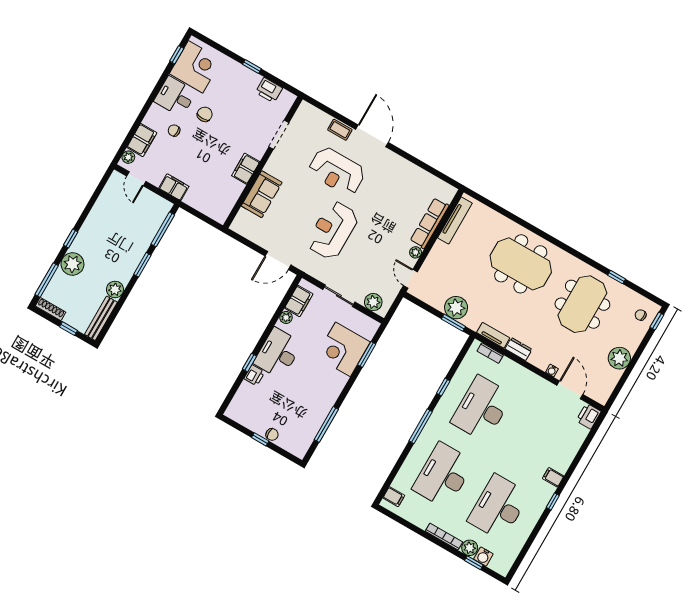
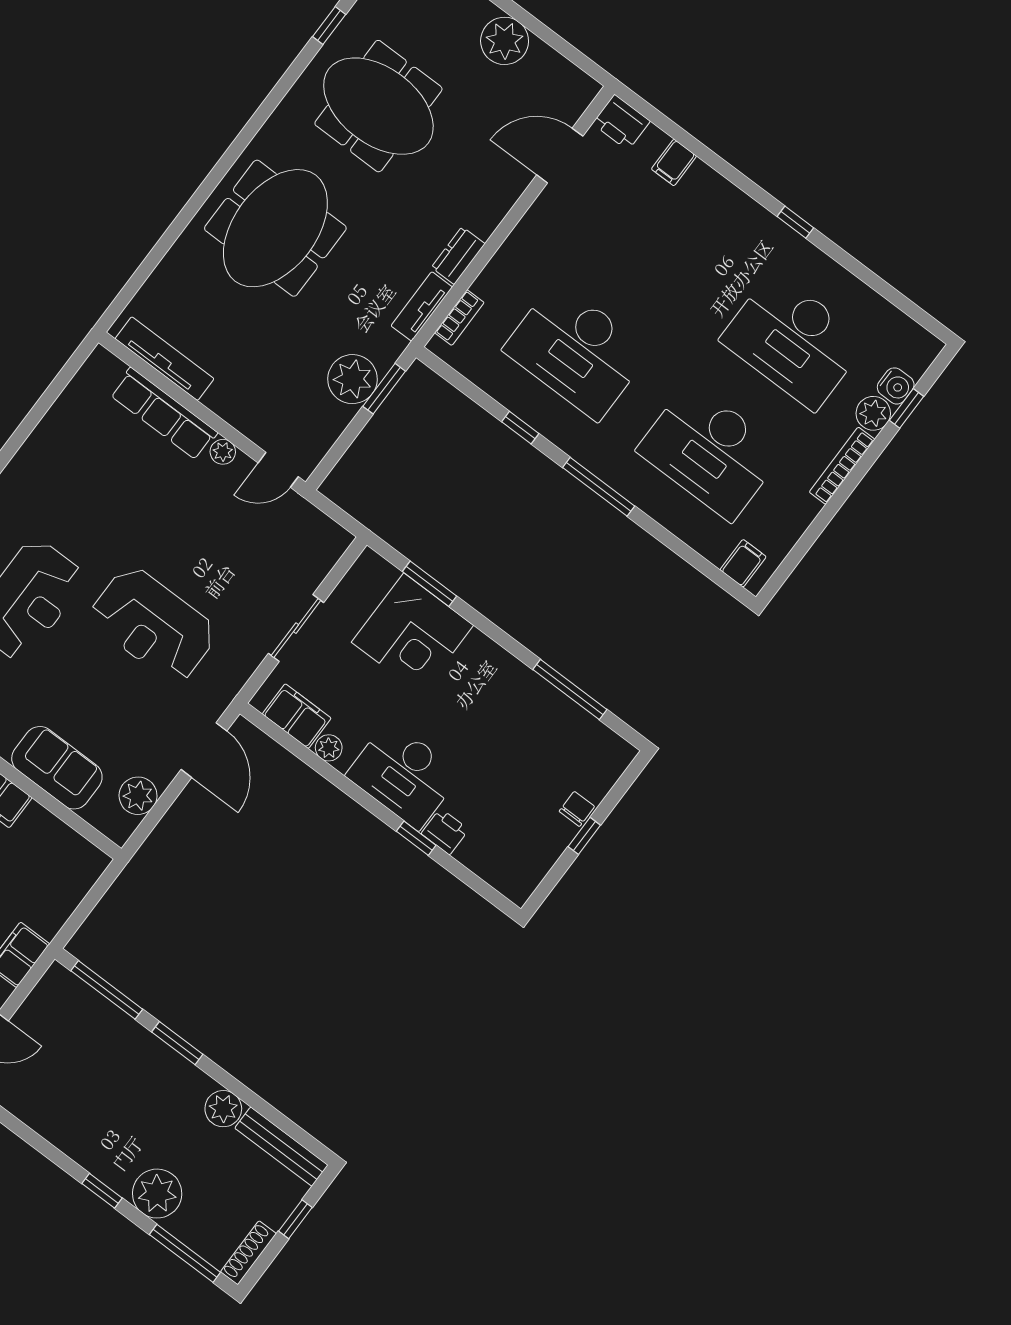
plant: (373, 302) -> (138, 796), moved
water cooler: (552, 370) -> (513, 189), removed
filing cabinet: (553, 477) -> (674, 162), moved

